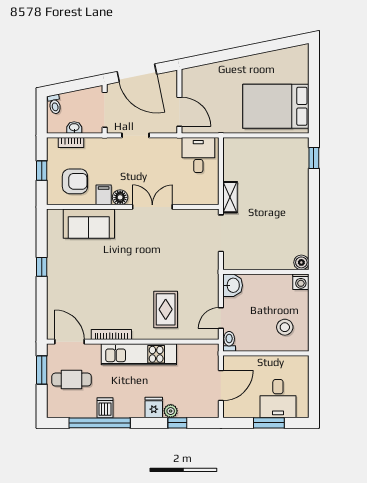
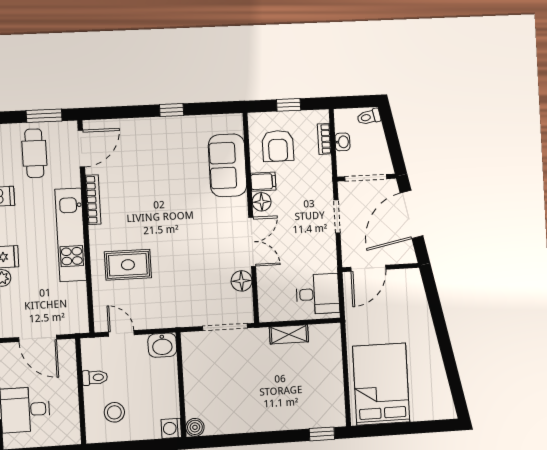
shelving: (230, 197) -> (289, 334), moved
floor lamp: (184, 217) -> (242, 281), added
toilet: (229, 341) -> (95, 378), moved

